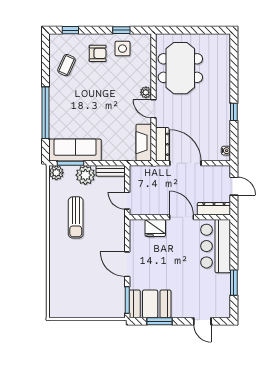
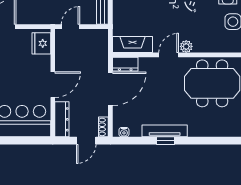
tv unit: (225, 113) -> (165, 131), added
dresser: (162, 144) -> (125, 64), width x0.70
shoe rack: (221, 170) -> (103, 127), added
fridge: (155, 228) -> (41, 43), moved

